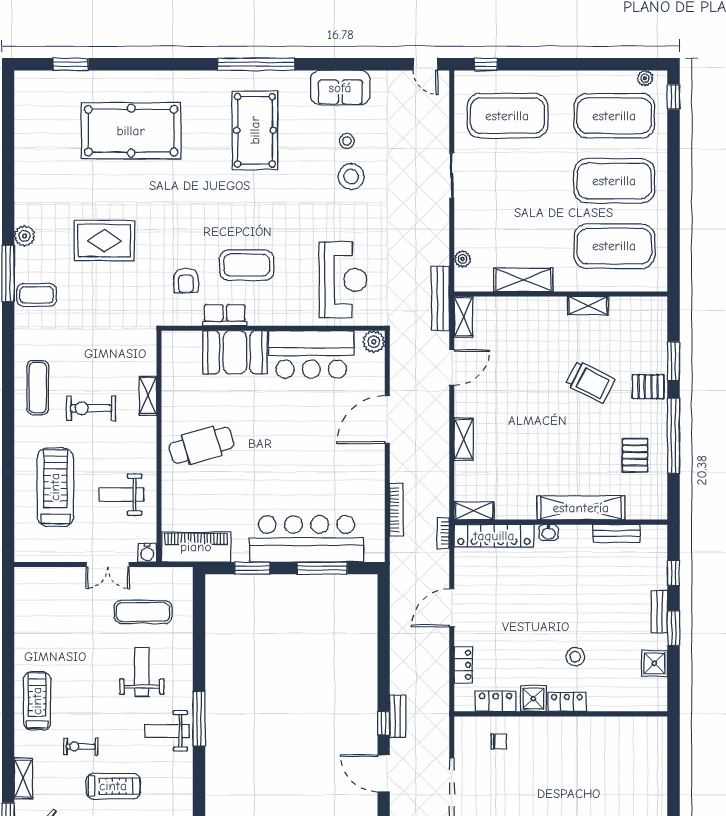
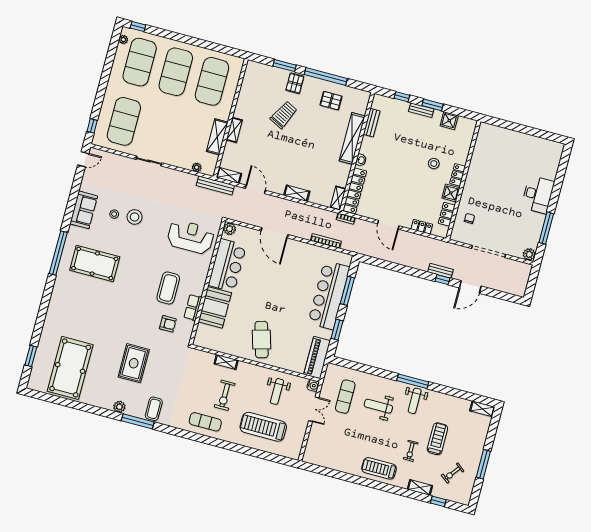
pool table: (131, 131) -> (70, 368), moved
shelving: (588, 306) -> (234, 130), moved

